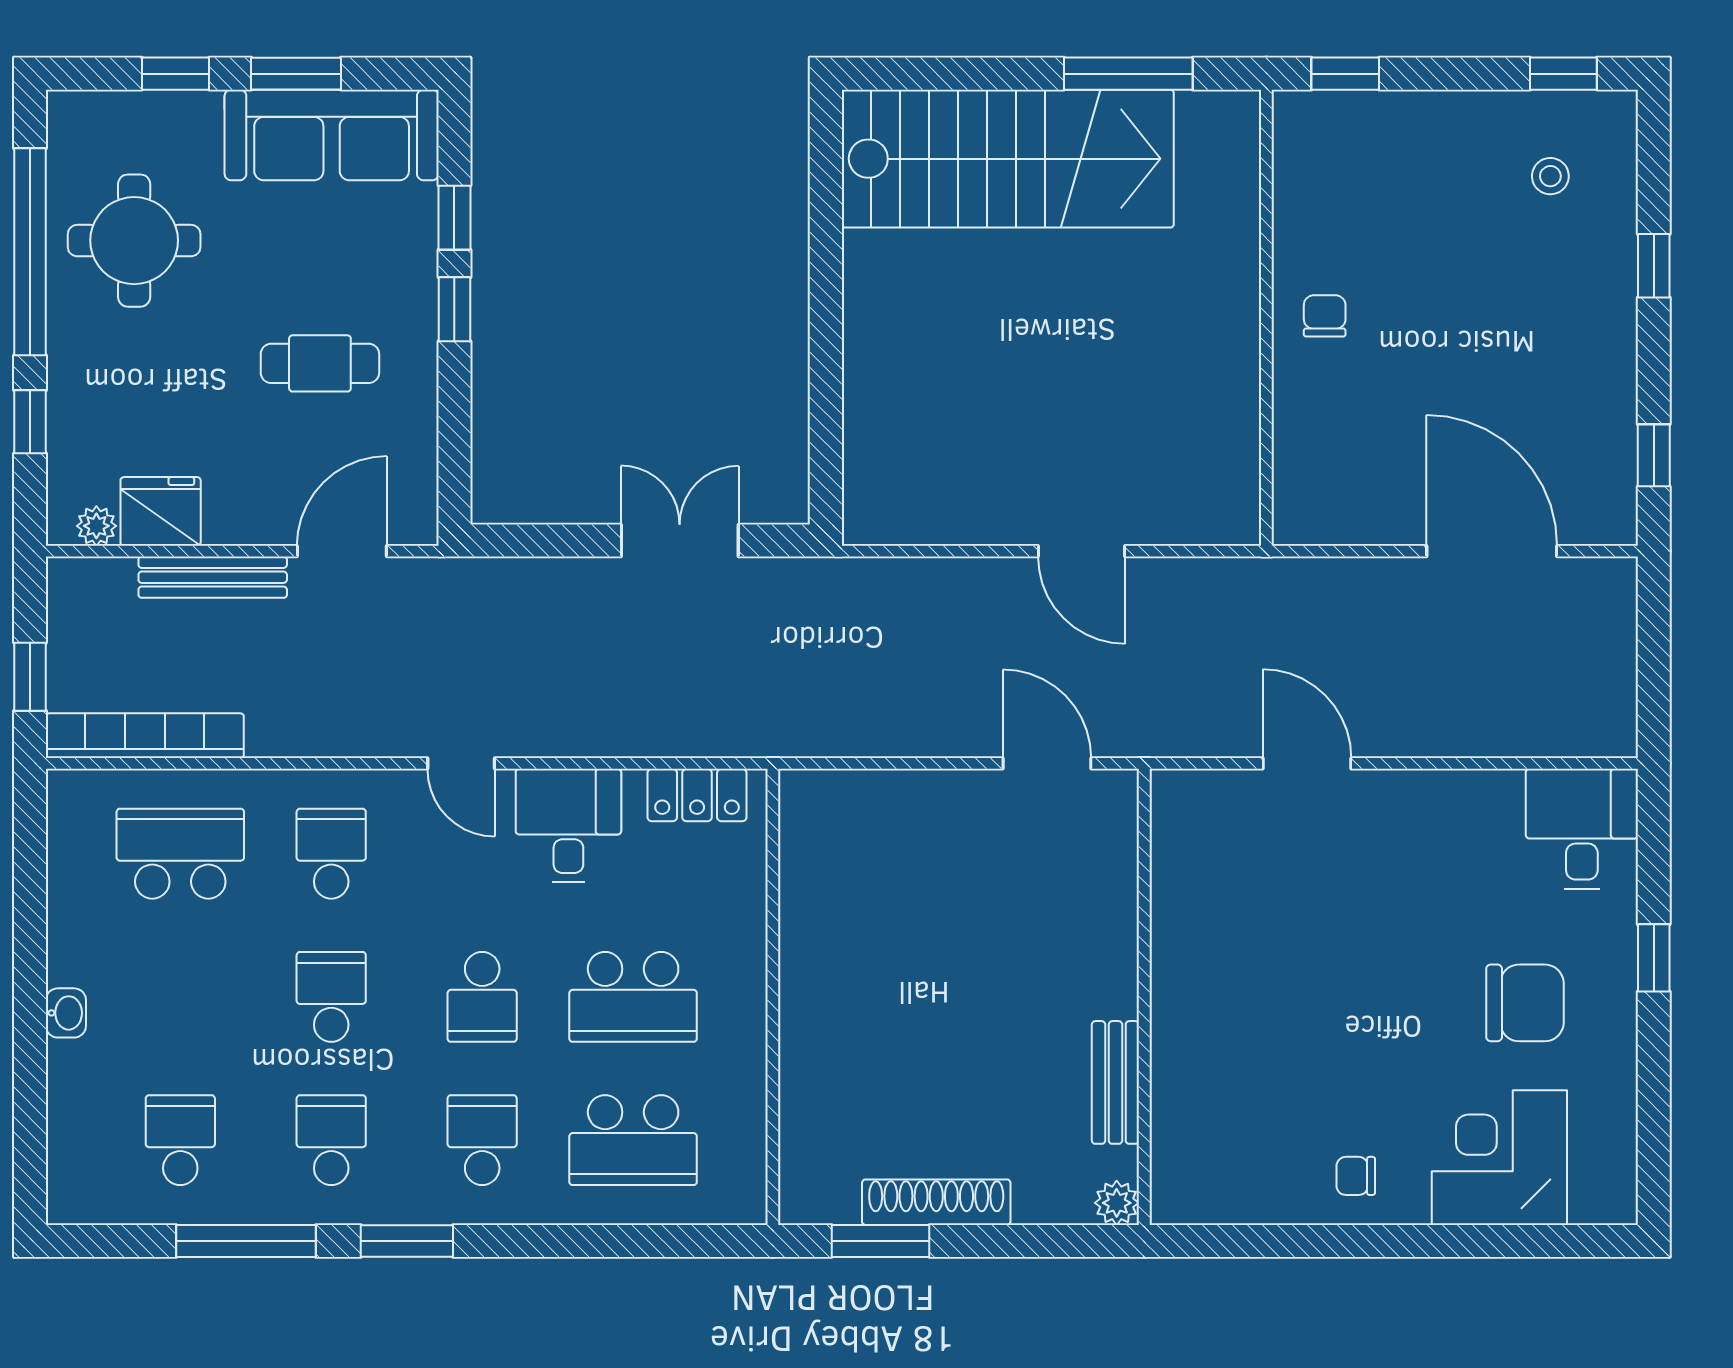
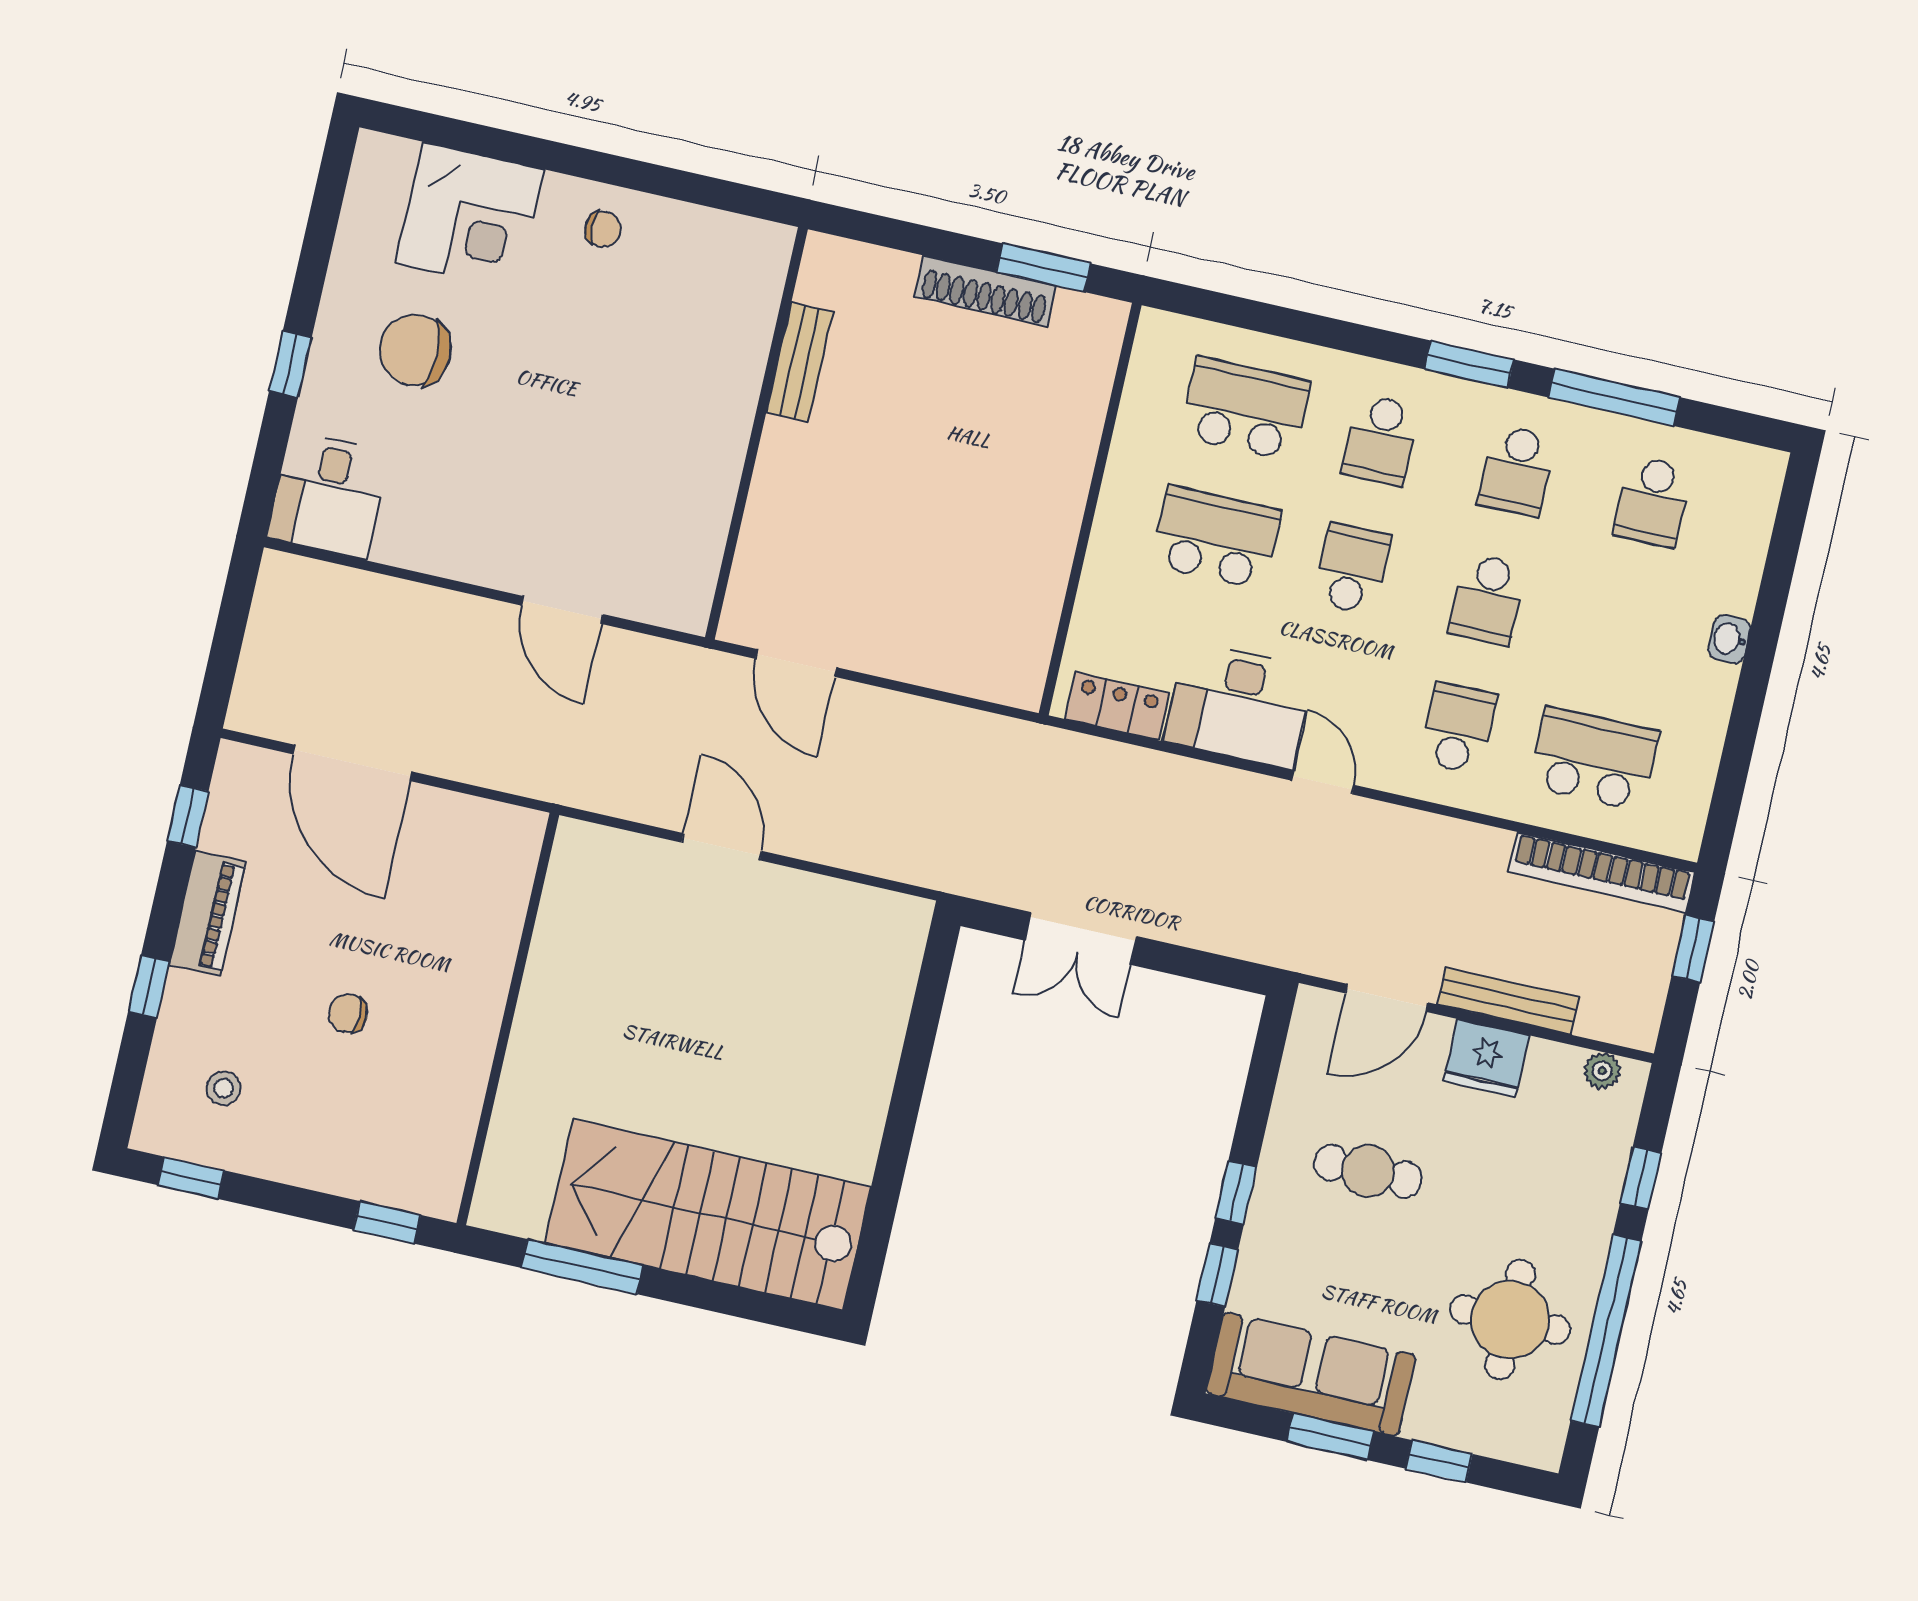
chair: (1325, 316) -> (348, 1014), moved, turned 90
piano: (1609, 357) -> (208, 913), added
fridge: (161, 511) -> (1486, 1058), moved
desk: (568, 825) -> (1239, 705), width x1.37
school desk: (180, 854) -> (1594, 759), turned 180
school desk: (331, 854) -> (1458, 728), turned 180
plant: (1117, 1203) -> (823, 254), removed

